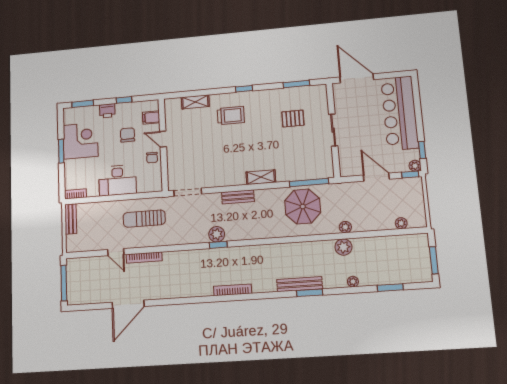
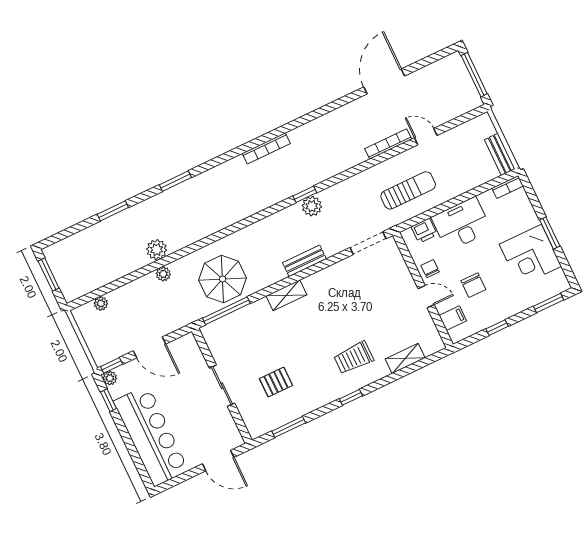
door: (357, 78) -> (218, 461), width x0.73
printer: (107, 111) -> (424, 231), moved, turned 180
plant: (353, 282) -> (131, 214), removed
bench: (300, 284) -> (191, 186), removed
window: (390, 288) -> (113, 211), moved

